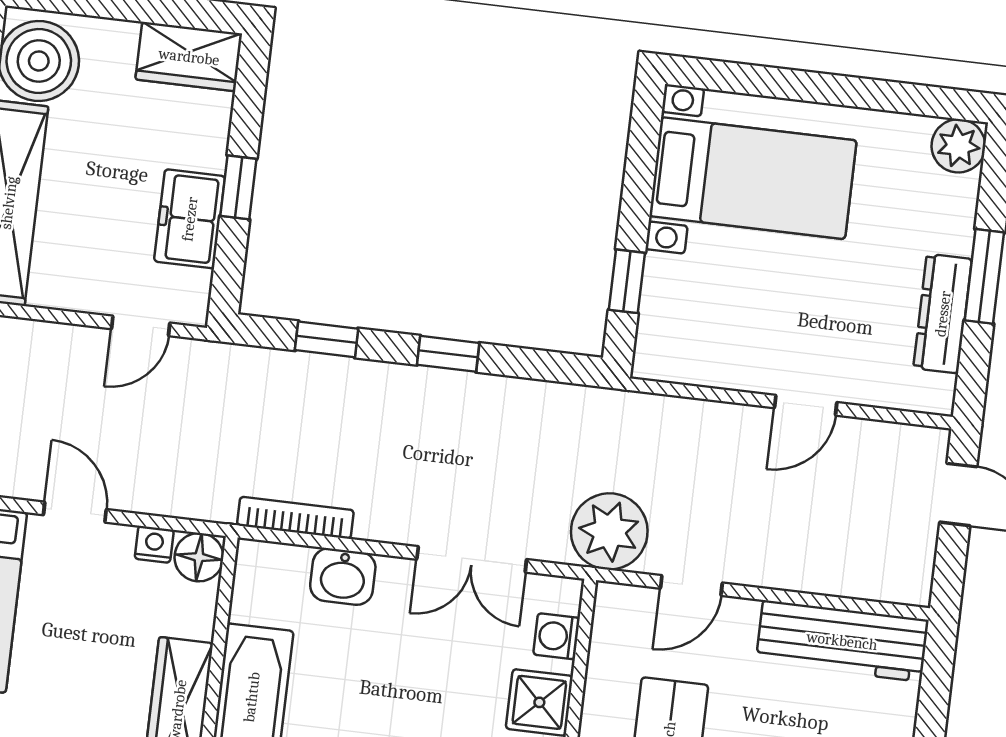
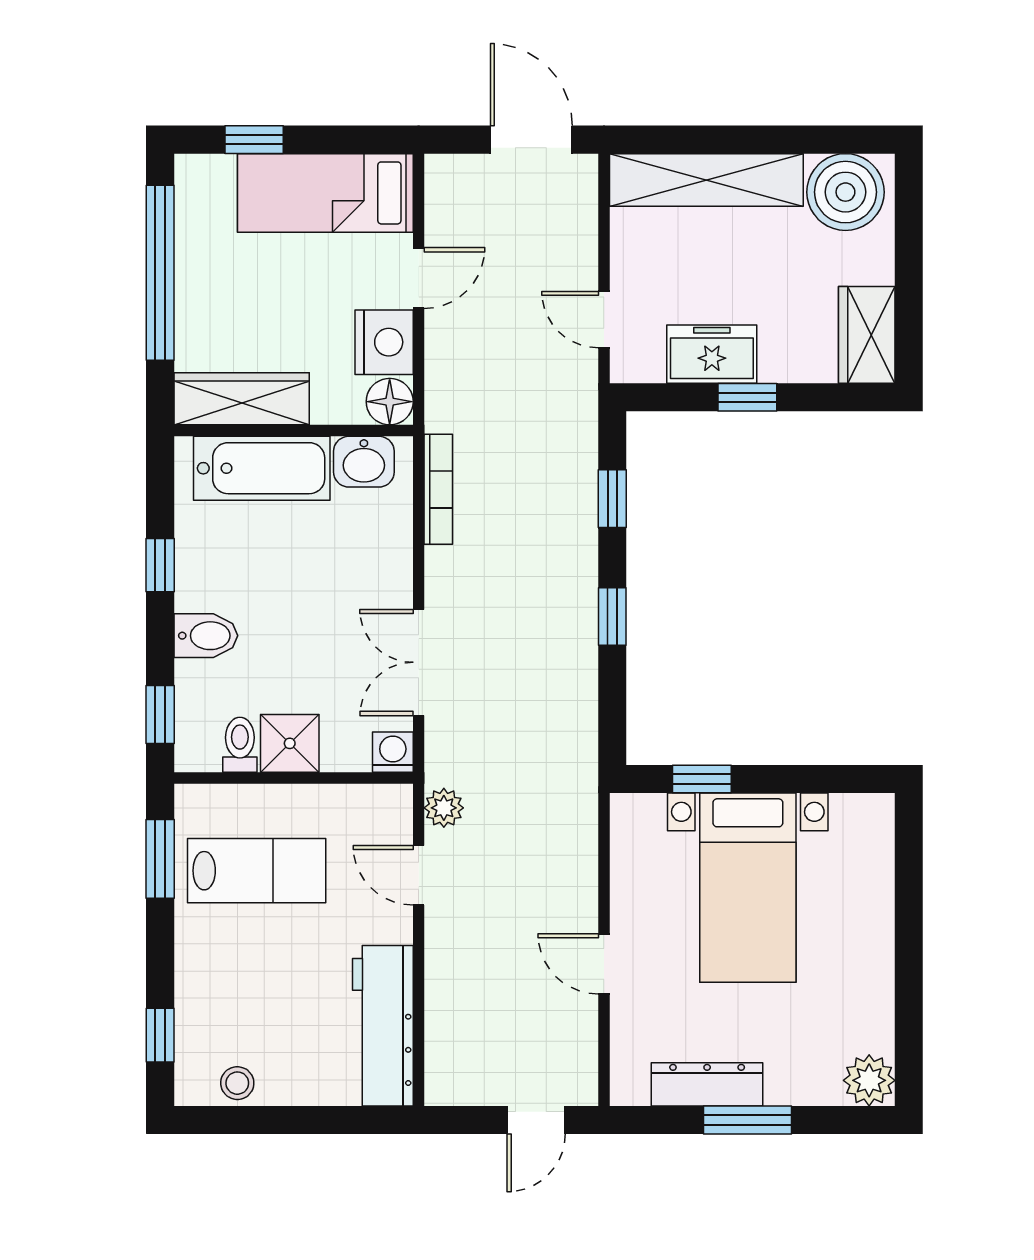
bed with nightstands: (753, 178) -> (748, 888), moved
plant: (609, 531) -> (444, 808), width x0.53, depth x0.53
nightstand: (154, 544) -> (384, 342), width x1.89, depth x1.79
washbasin: (343, 577) -> (364, 462), moved, turned -90
washing machine: (557, 636) -> (393, 752), moved

